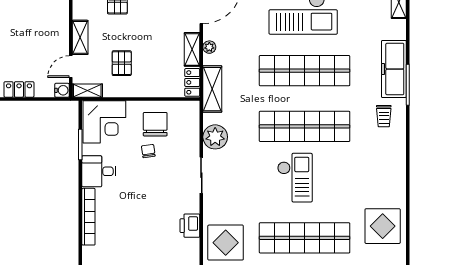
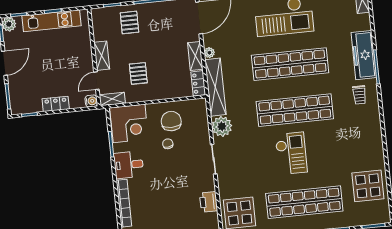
shelving: (212, 89) -> (215, 87), width x1.47

